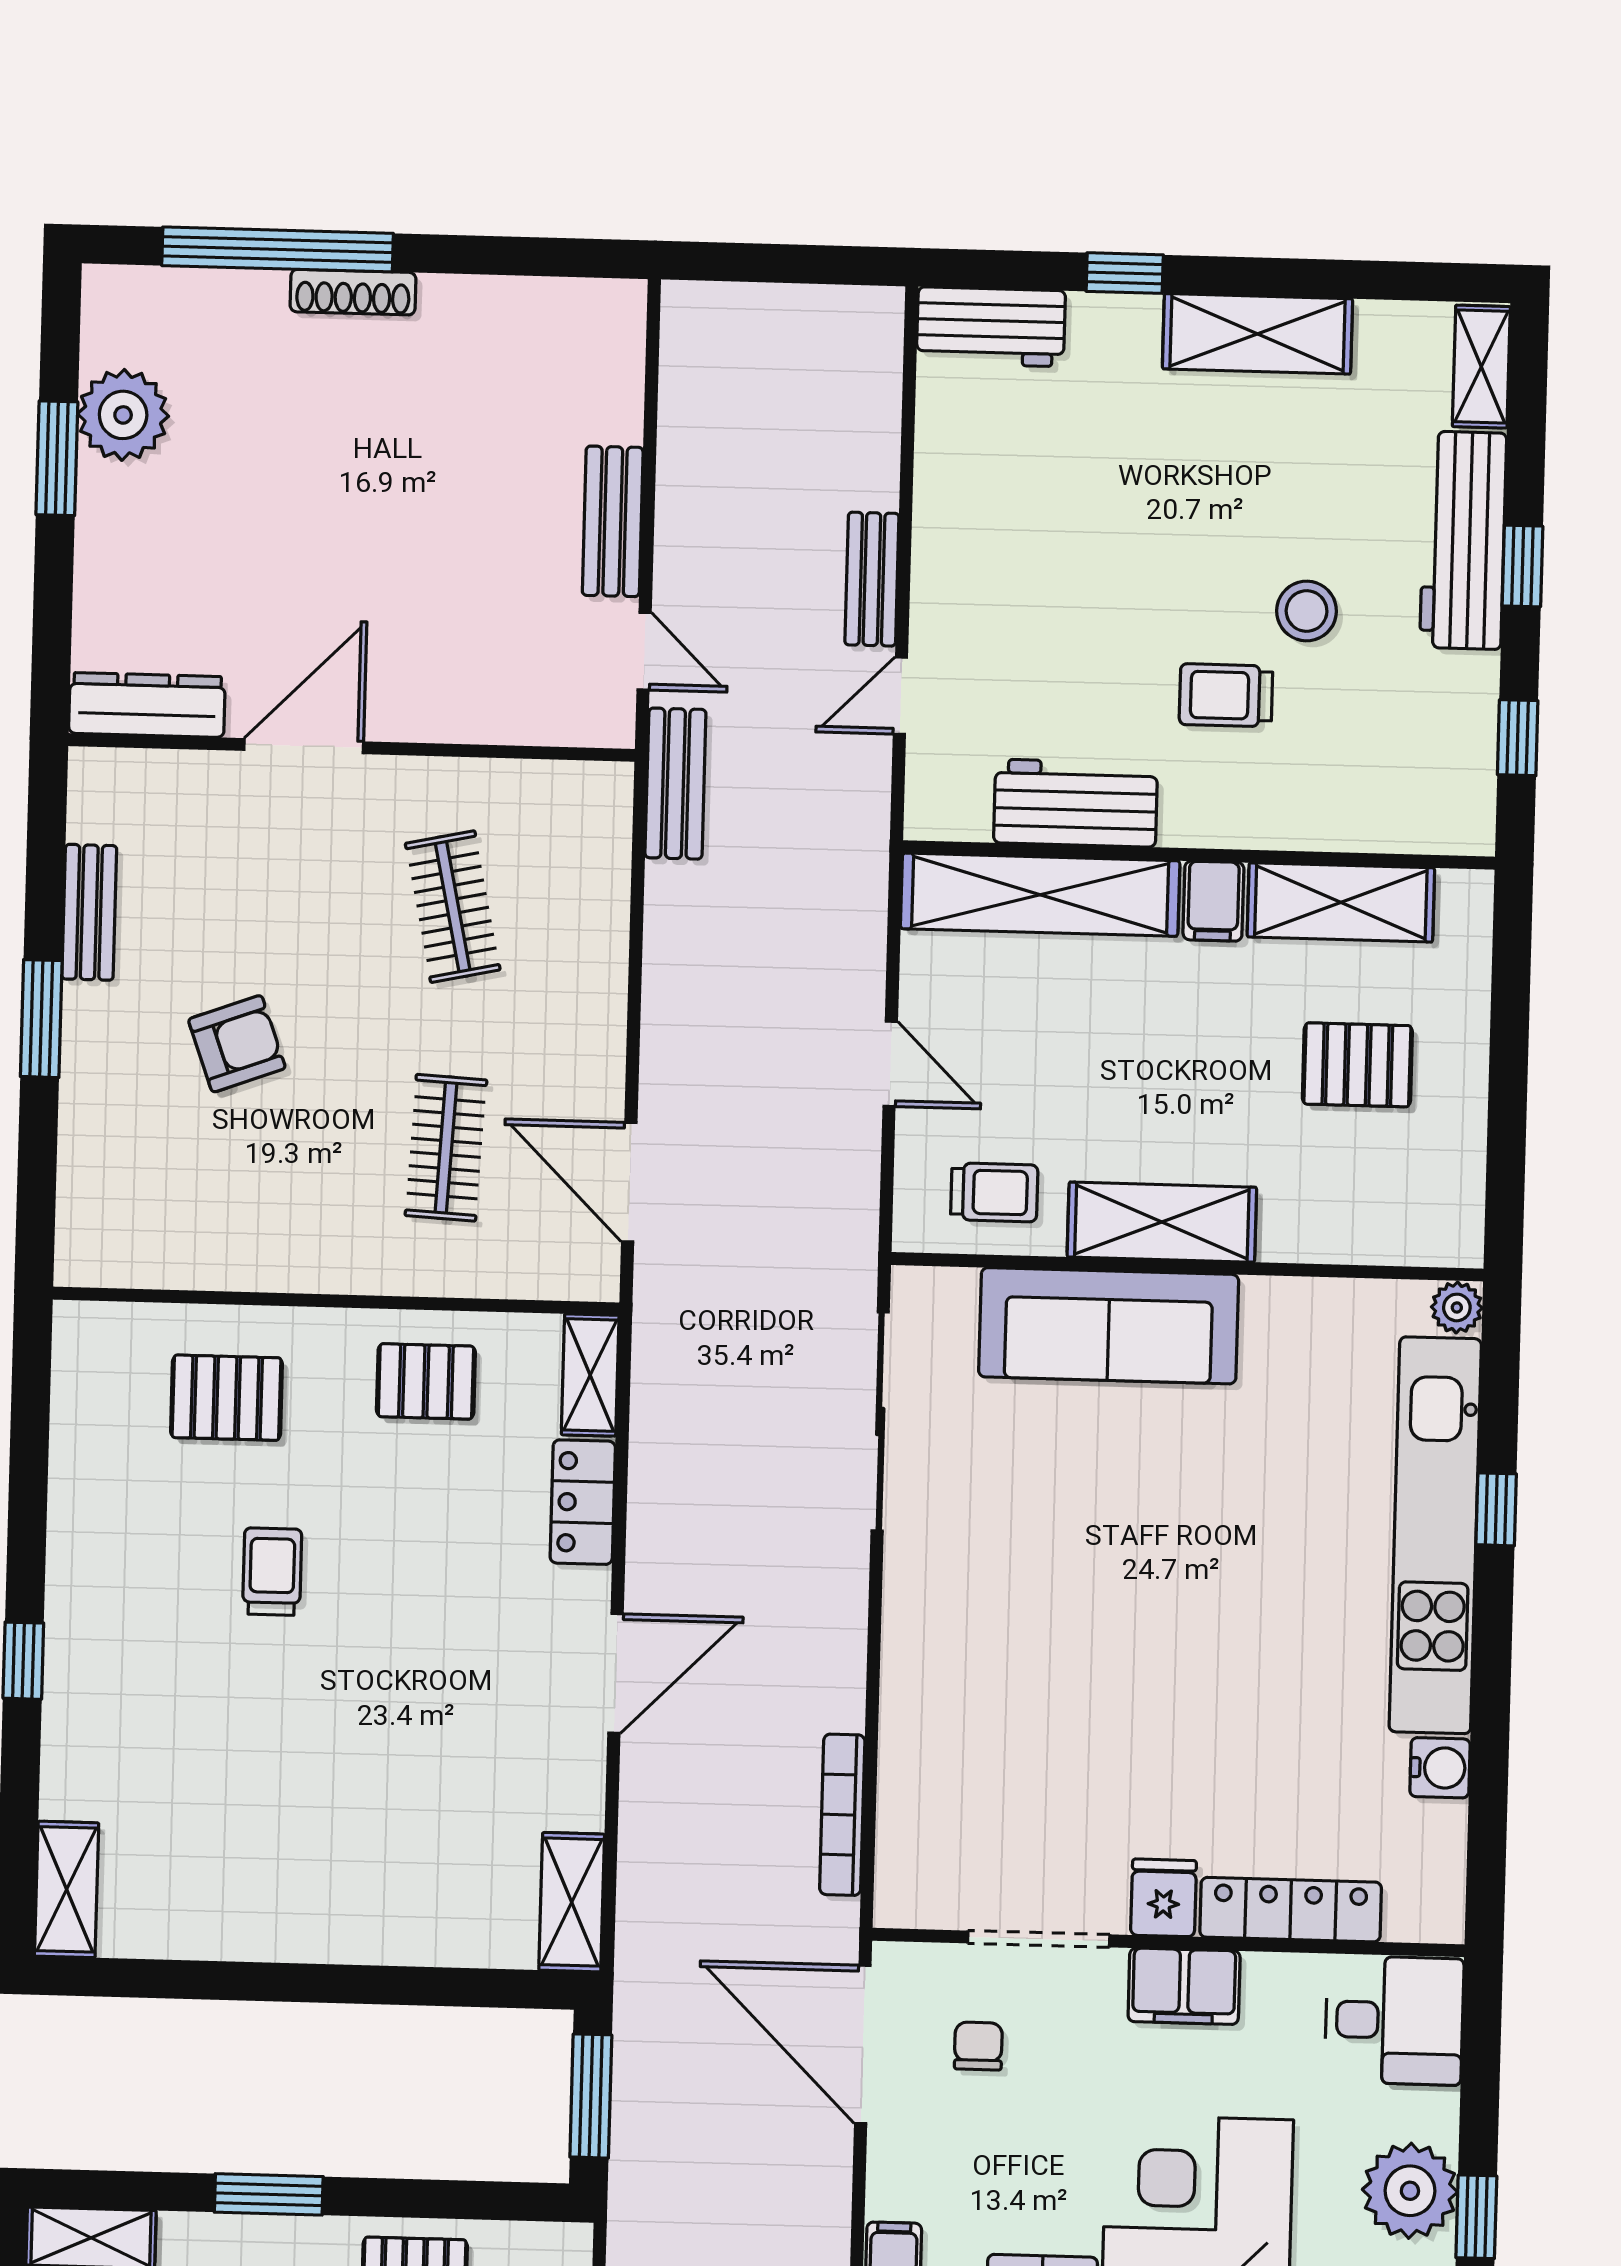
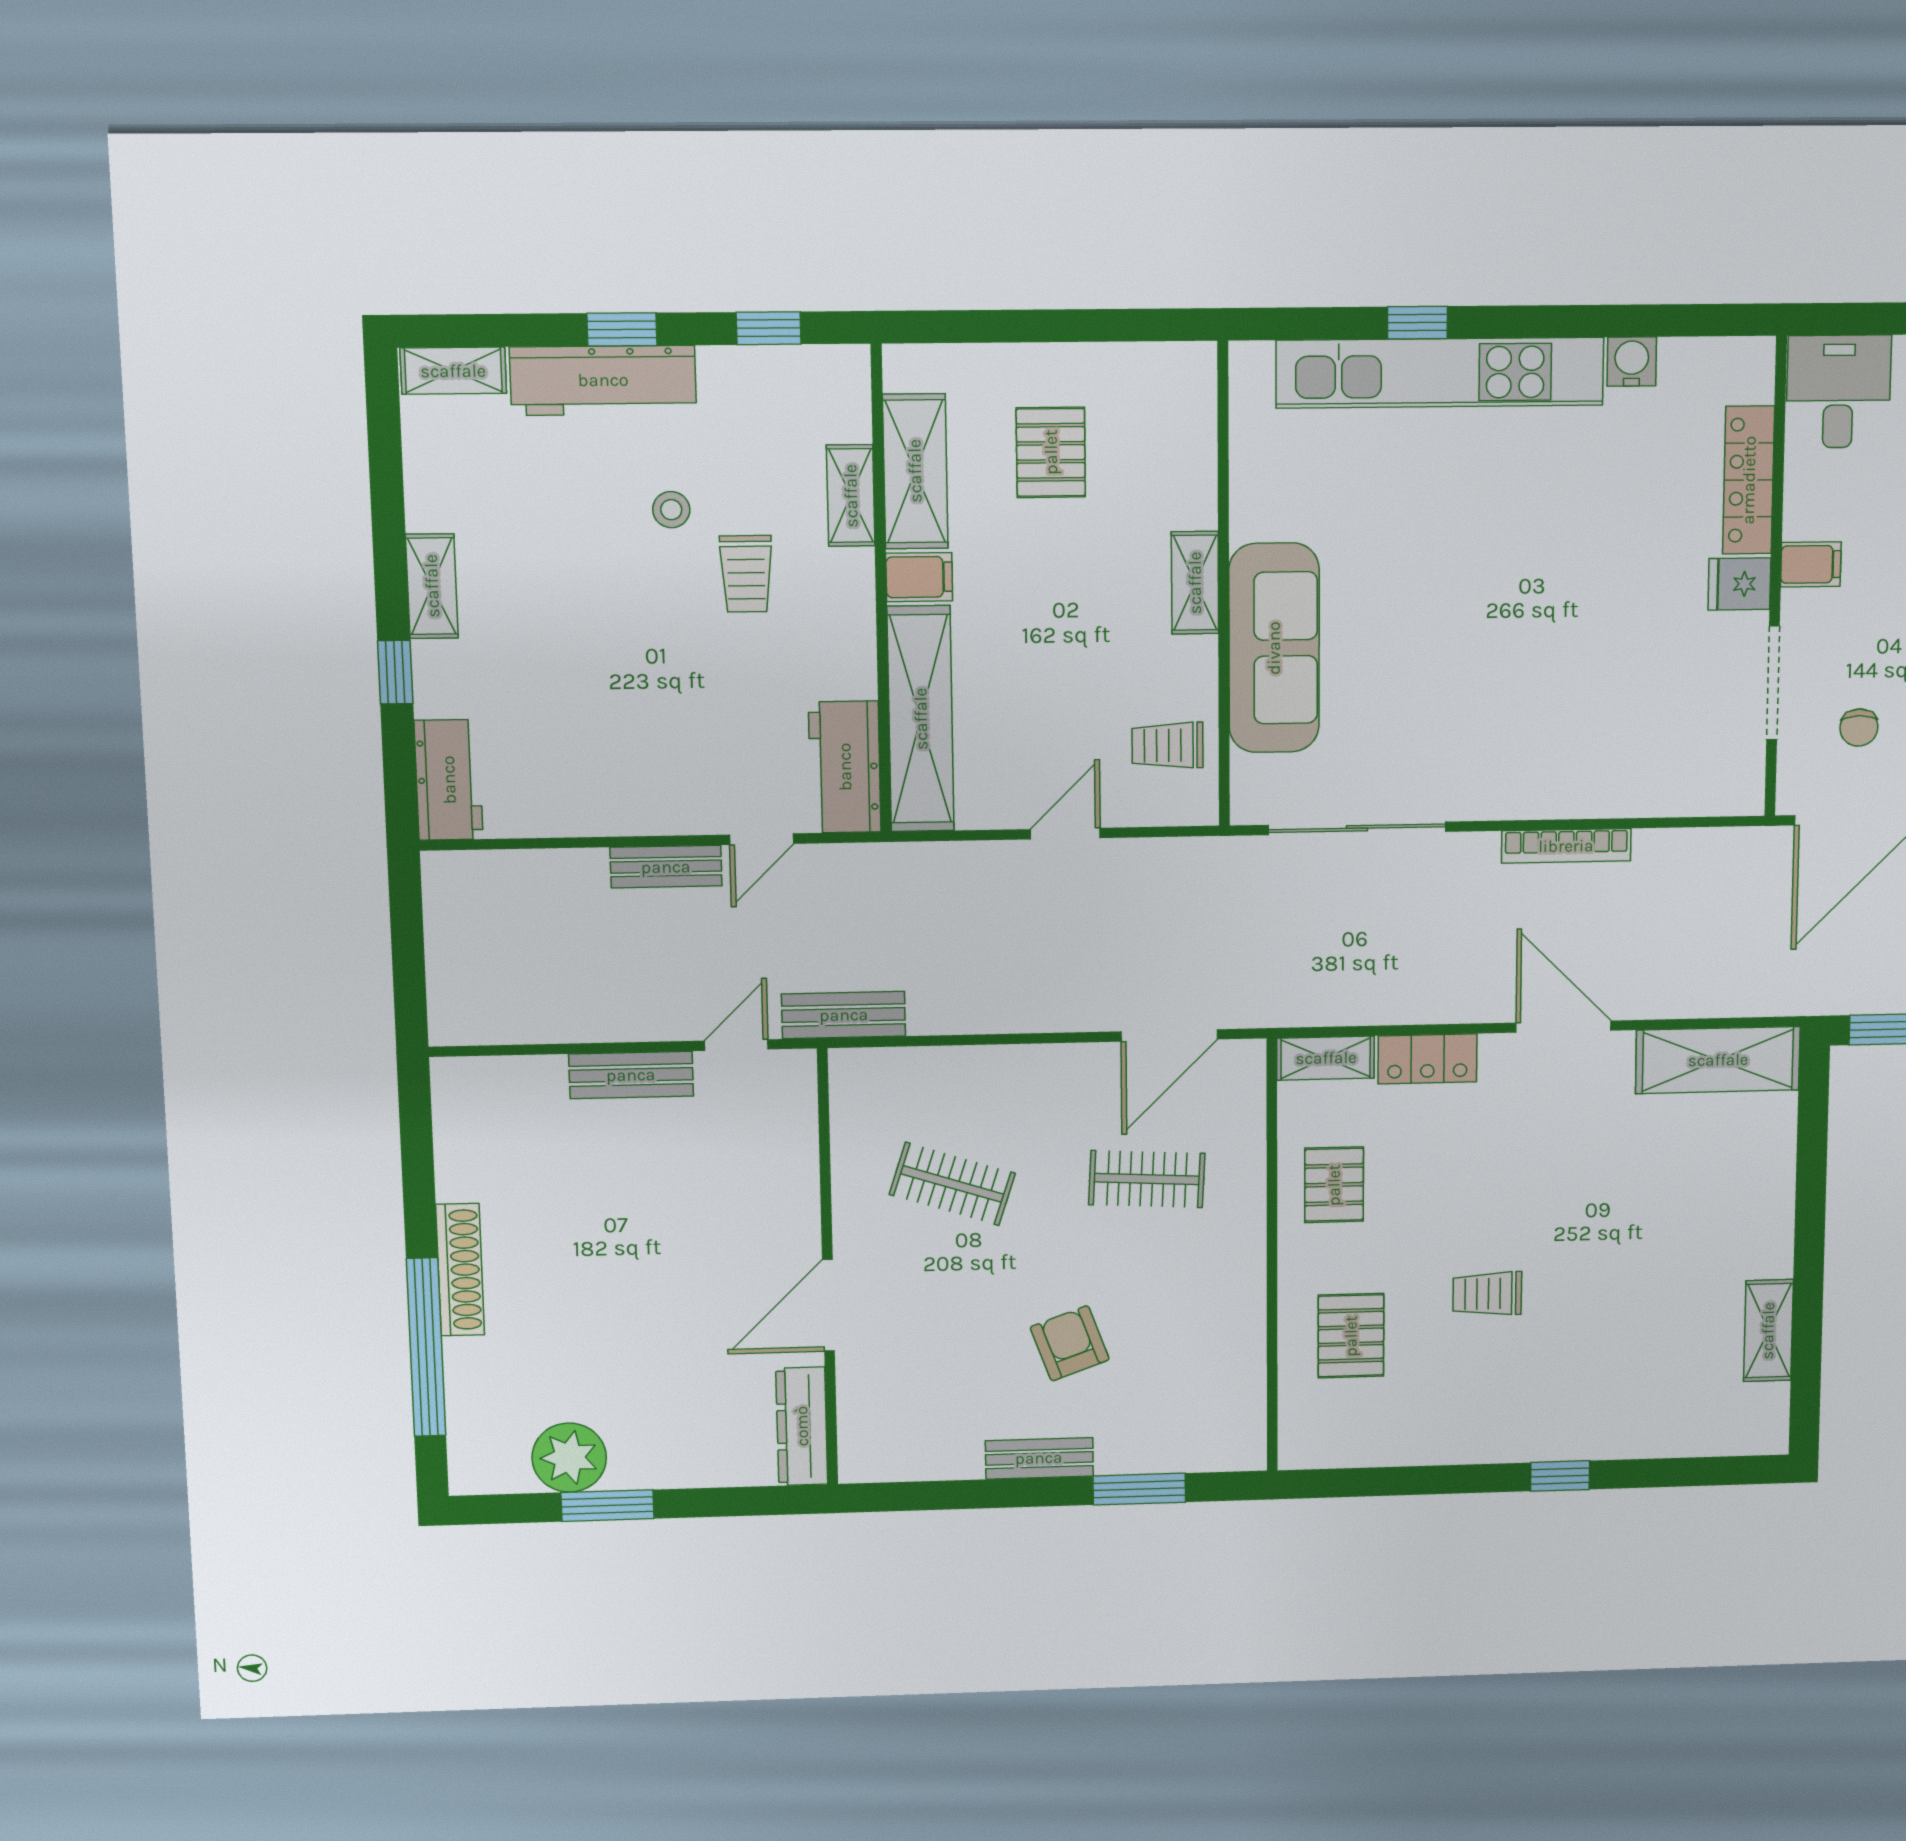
shoe rack: (353, 292) -> (460, 1270), width x1.36, depth x1.24
shelving: (1257, 334) -> (432, 586), width x0.67, depth x0.75
stool: (1307, 611) -> (671, 510), width x0.73, depth x0.73
door: (900, 696) -> (761, 839), hinge flipped
door: (304, 746) -> (828, 1305), hinge flipped
workbench: (1076, 803) -> (845, 767), moved
shelving: (1315, 824) -> (851, 496), added
clothes rail: (453, 907) -> (952, 1184), turned 30
bench: (89, 912) -> (1039, 1458), moved
window: (41, 1019) -> (1139, 1489), moved
trolley: (994, 1192) -> (1168, 745), turned -90
shelving: (1162, 1222) -> (1195, 583), width x0.67, depth x0.75
plant: (1457, 1307) -> (1250, 362), removed
bookcase: (842, 1815) -> (1566, 846), moved
shelving: (67, 1889) -> (1768, 1331), moved, turned 90
shelving: (572, 1902) -> (1718, 1060), width x1.50, depth x1.33
filing cabinet: (1184, 1986) -> (1811, 564), width x0.50
chair: (978, 2046) -> (1859, 728), turned -90

